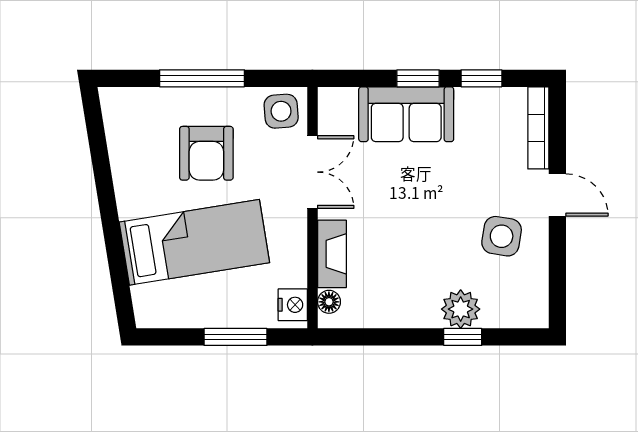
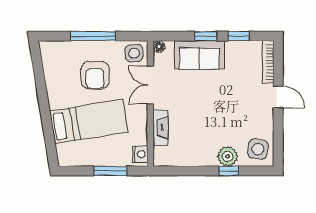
double door: (312, 172) -> (150, 85), swing flipped
side table: (502, 236) -> (258, 149), moved
floor lamp: (329, 302) -> (159, 46), moved

